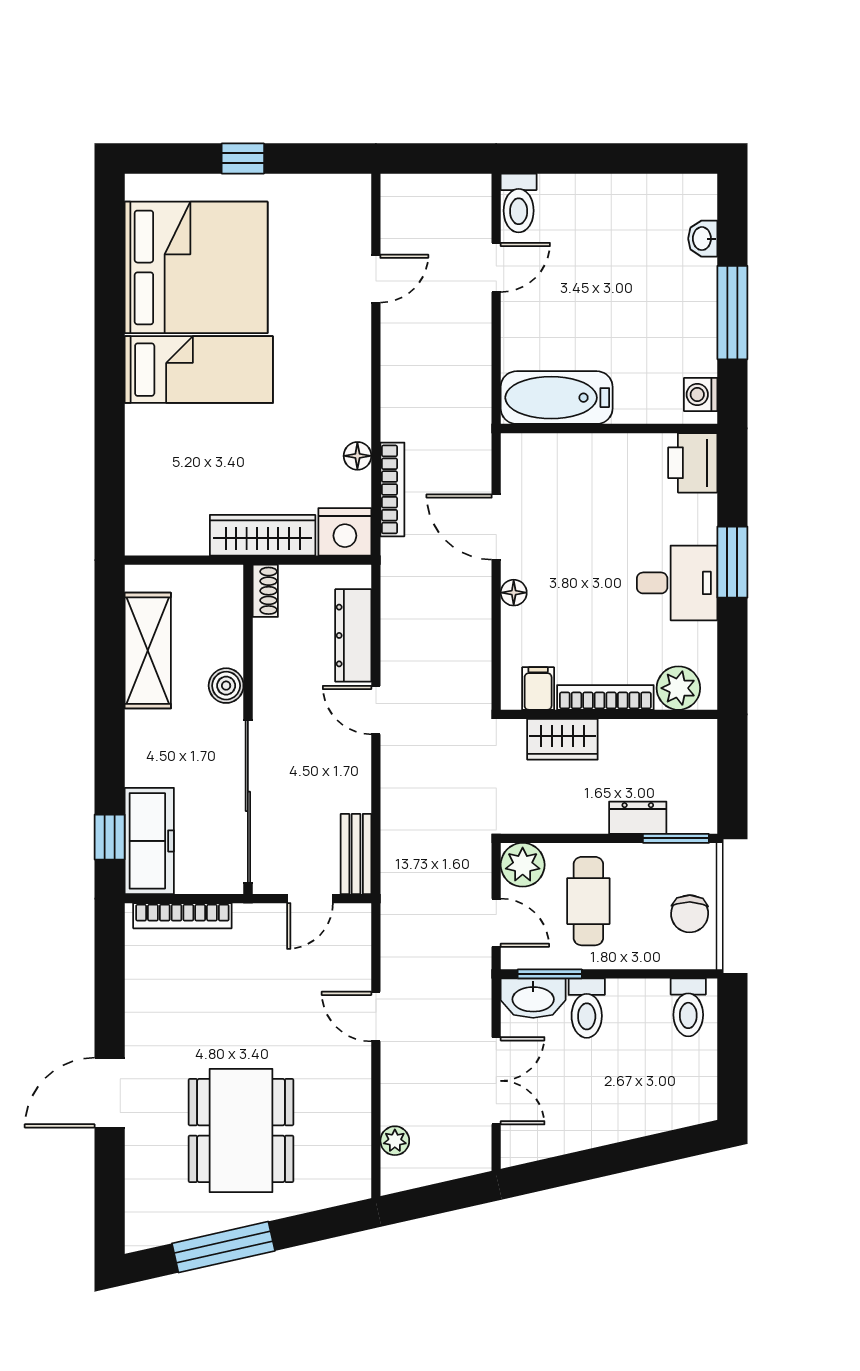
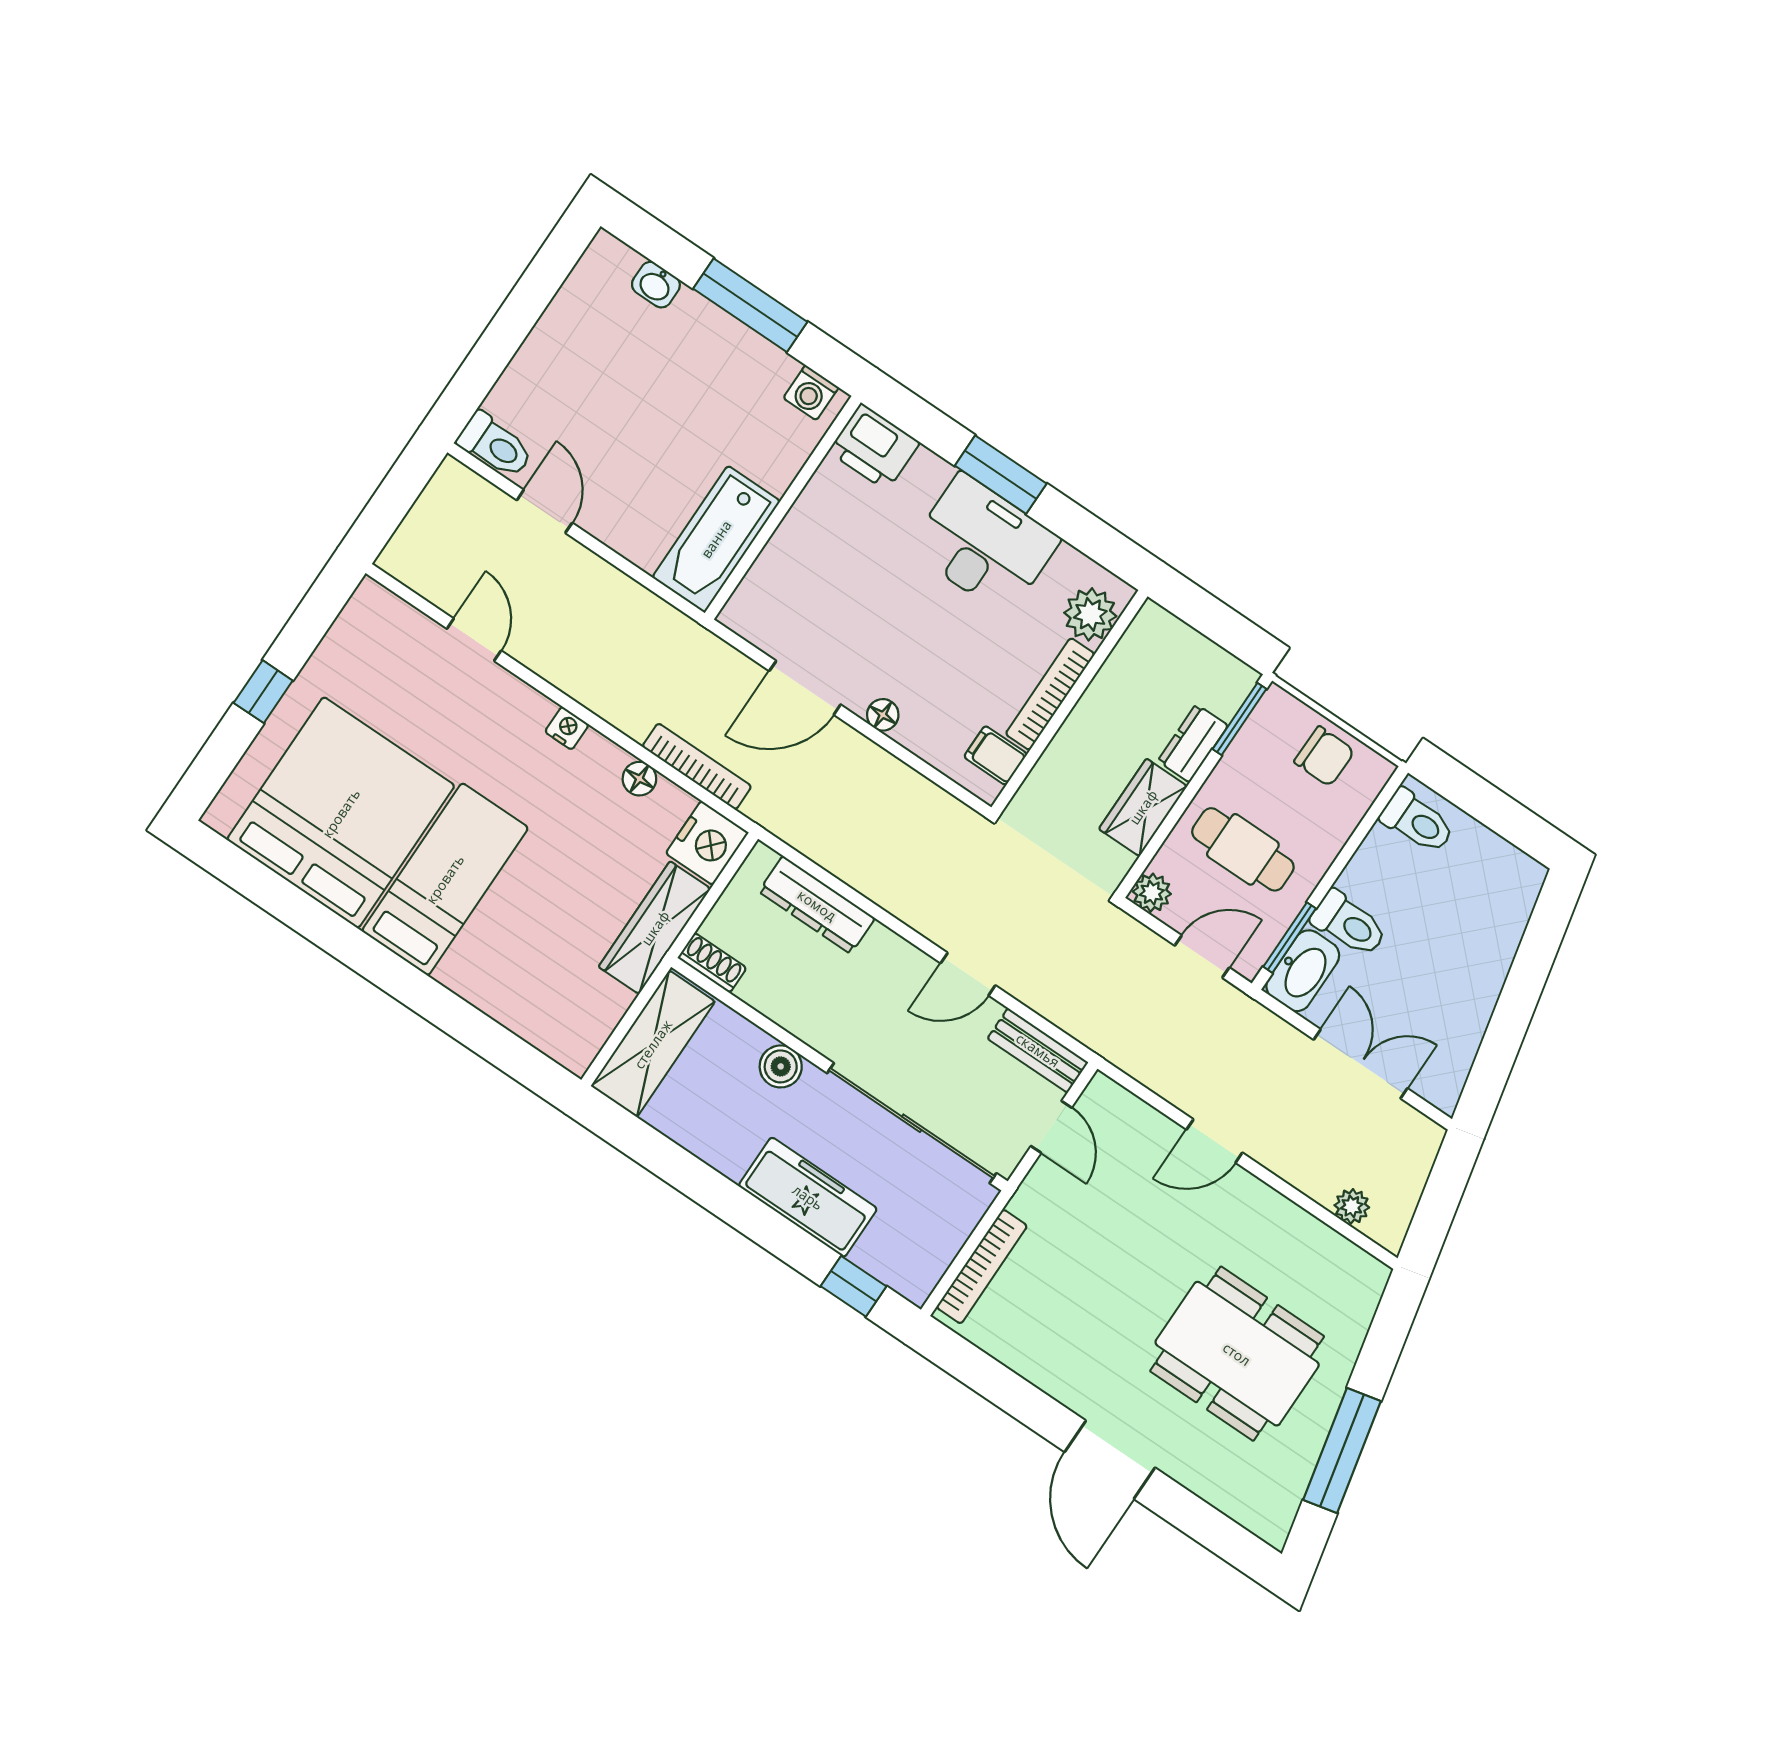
nightstand: (358, 383) -> (567, 728), added
desk: (677, 583) -> (984, 544), width x1.37
shelving: (148, 651) -> (653, 1044), moved, turned 90
door: (376, 710) -> (968, 974), moved
wardrobe: (562, 739) -> (1143, 807), moved, turned 180
freezer: (149, 841) -> (808, 1197), moved
plant: (523, 865) -> (1152, 893), width x0.73, depth x0.73

